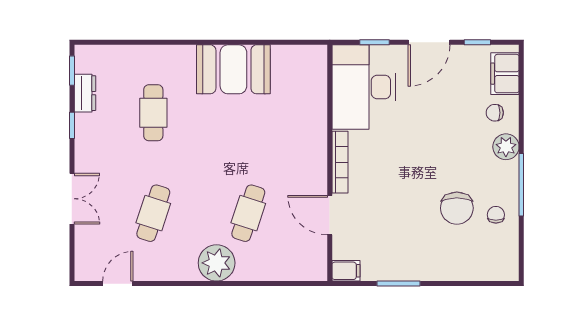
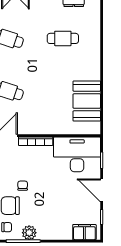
booth: (233, 69) -> (87, 101), moved
chair: (495, 113) -> (23, 186), moved
plant: (506, 147) -> (29, 233), moved

